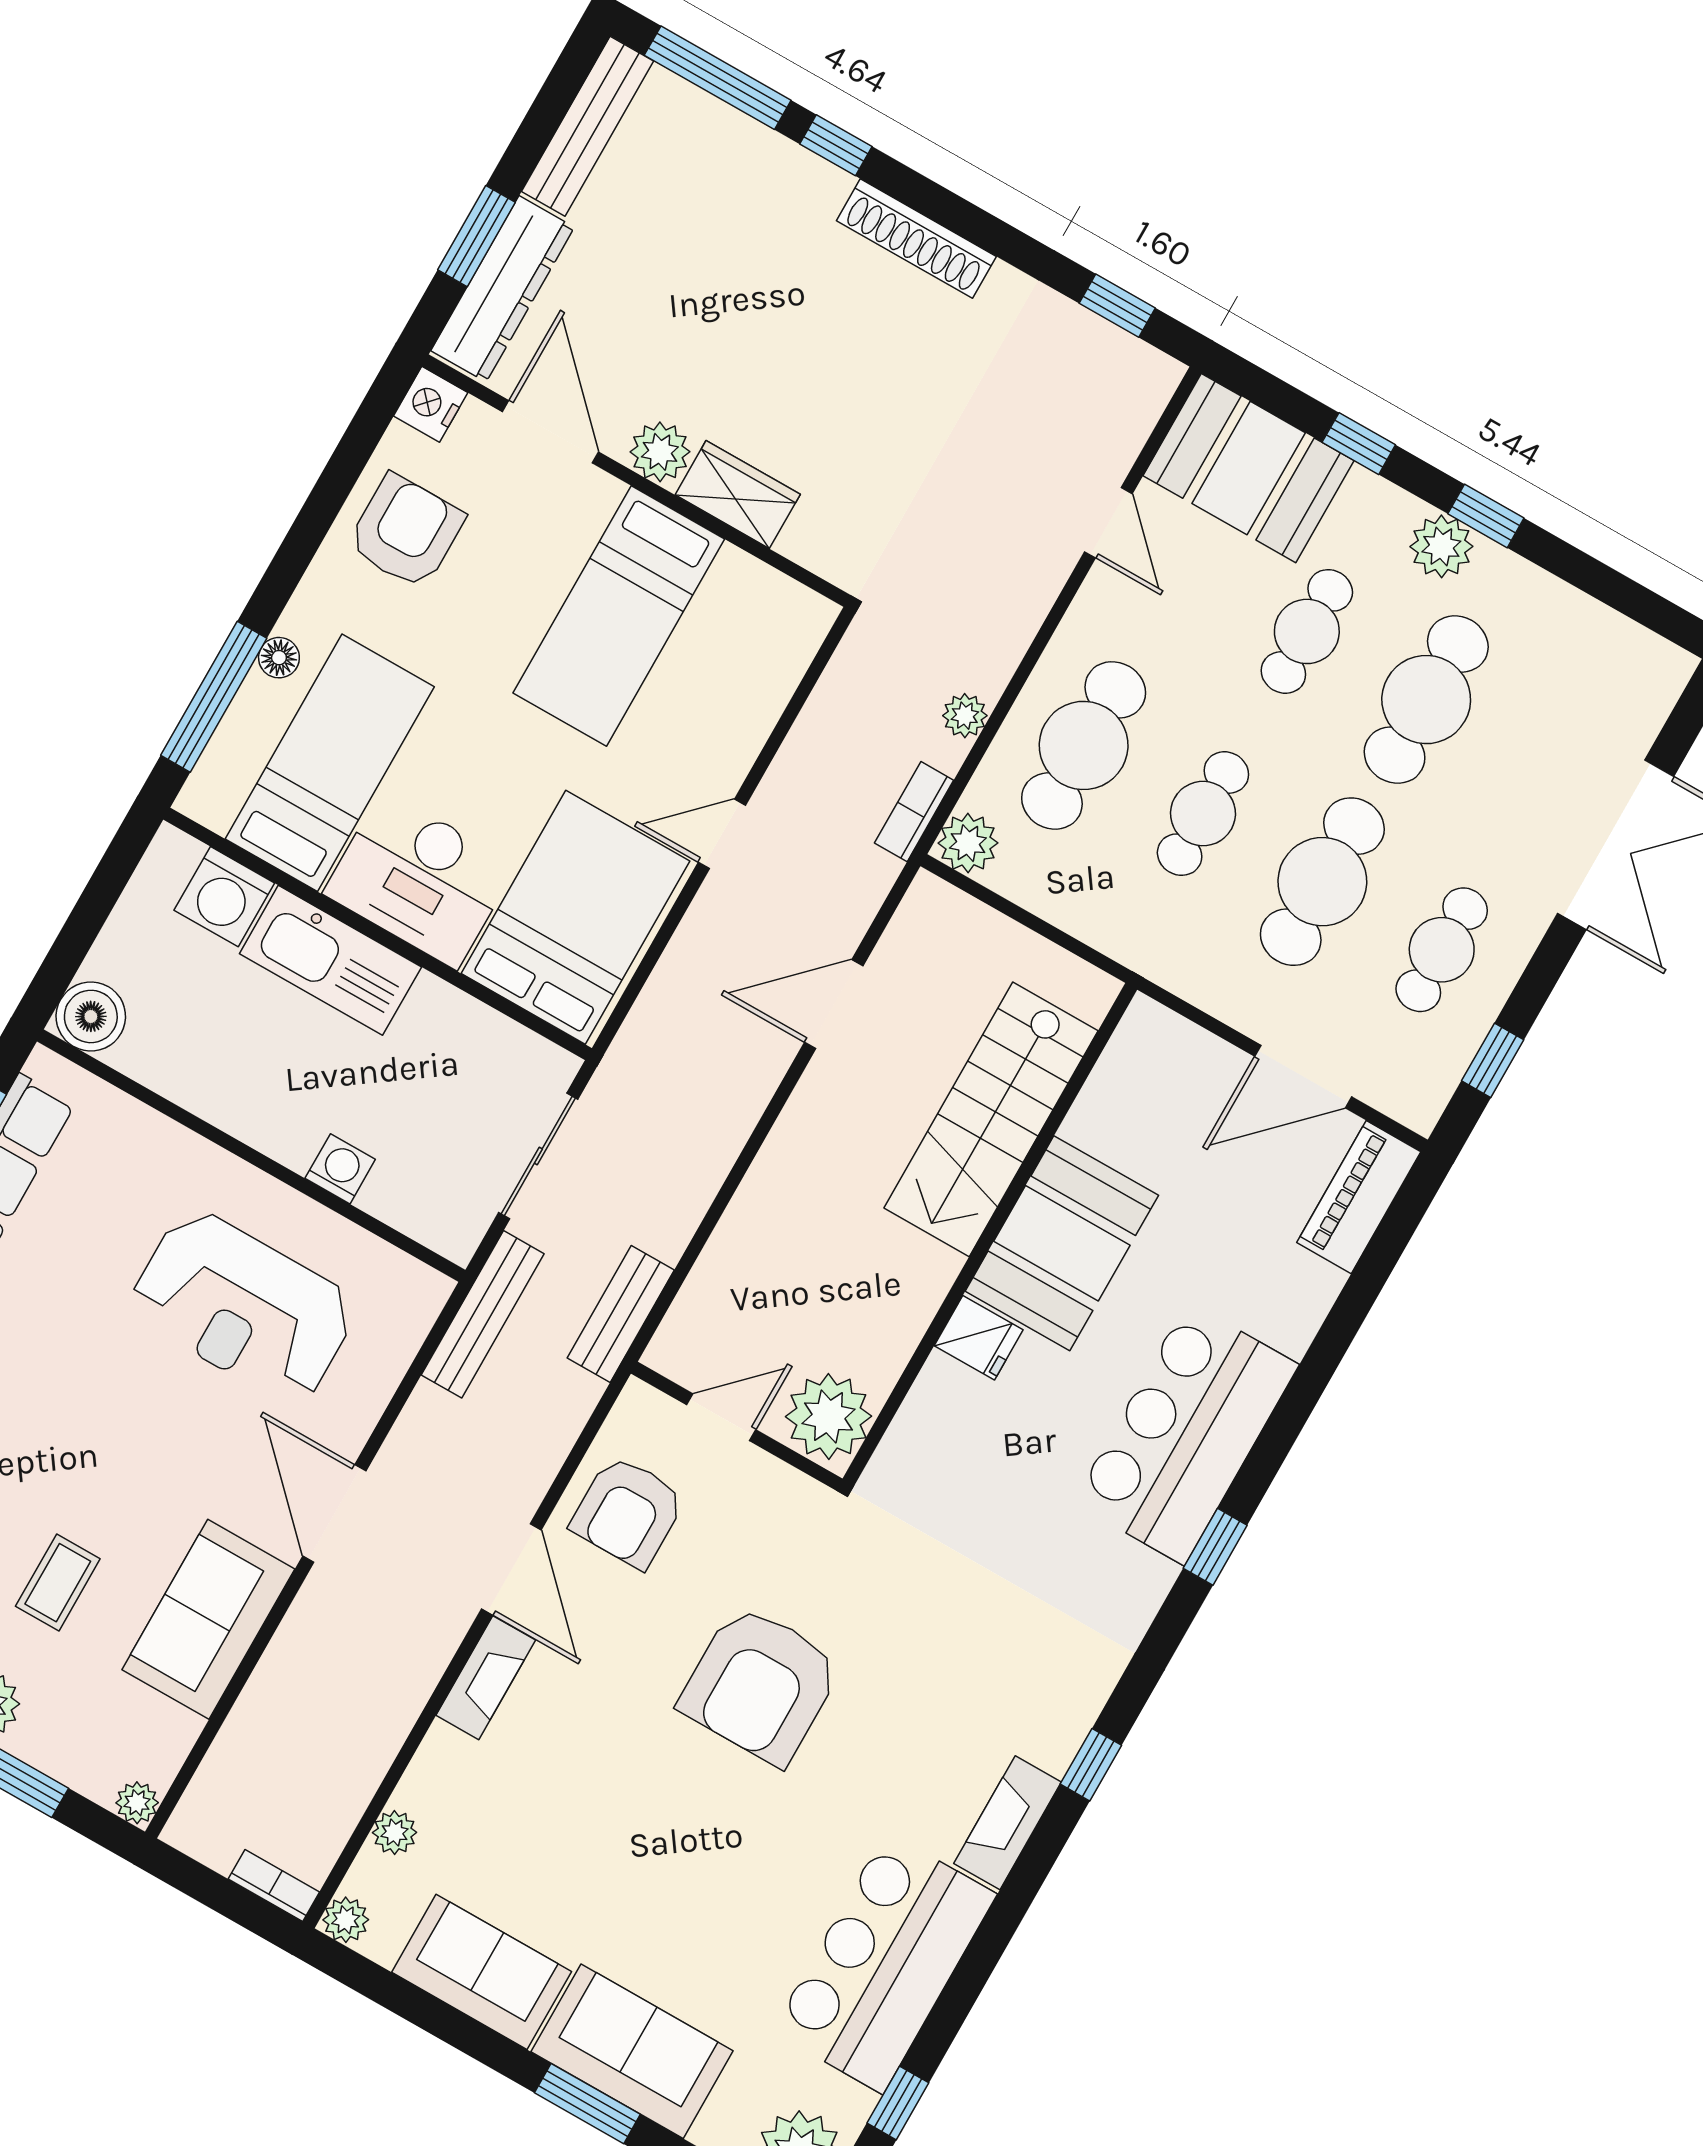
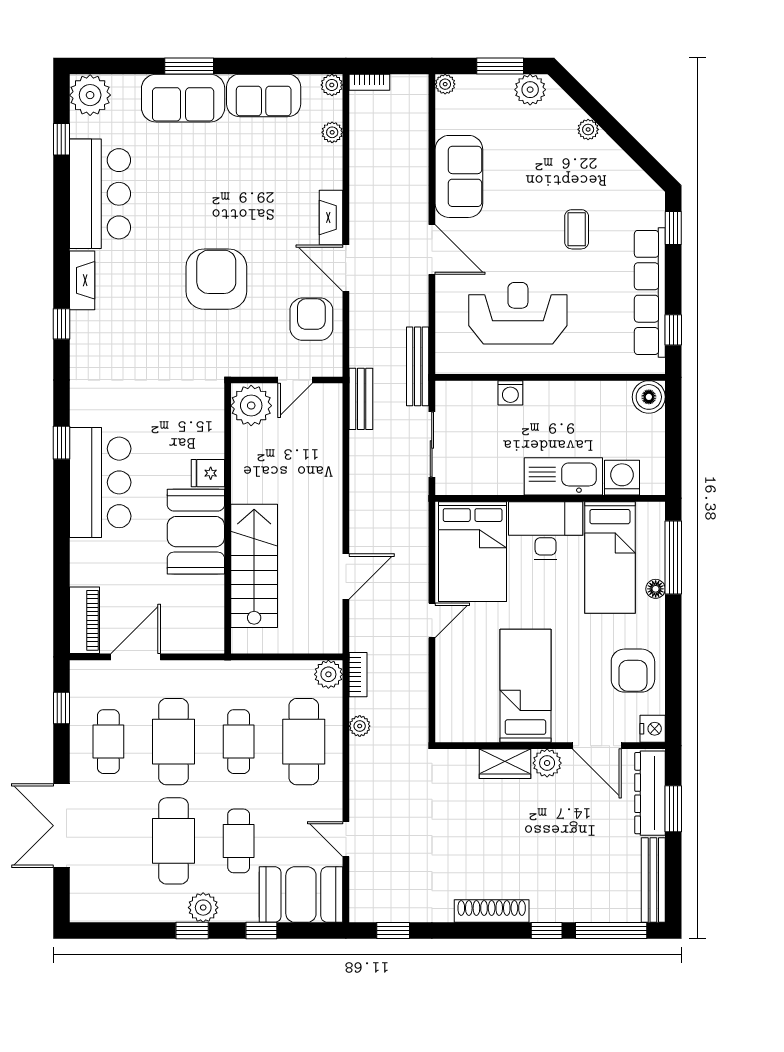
coffee table: (58, 1583) -> (577, 229), moved

